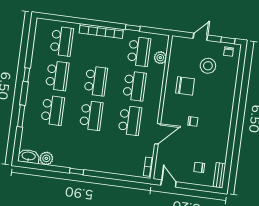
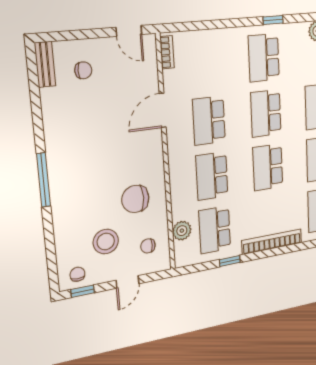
window: (235, 112) -> (44, 180), added
chair: (193, 121) -> (148, 246), moved
school desk: (87, 150) -> (264, 58), added

